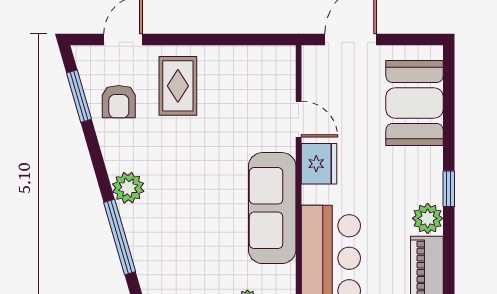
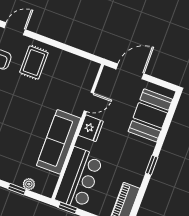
door: (299, 119) -> (89, 102), hinge flipped
plant: (428, 218) -> (135, 176), removed

